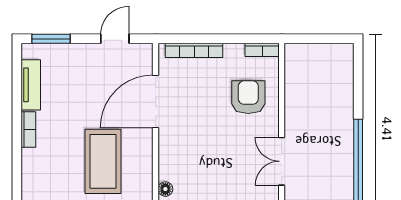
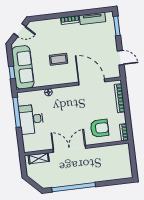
coffee table: (103, 161) -> (59, 59), width x0.54, depth x0.58
double door: (282, 161) -> (69, 149), width x1.37

